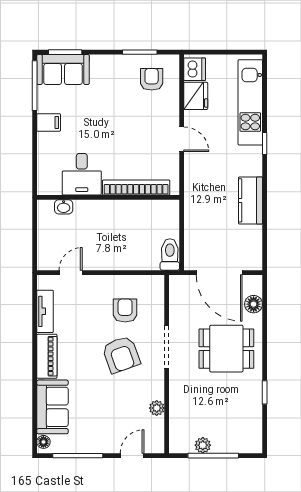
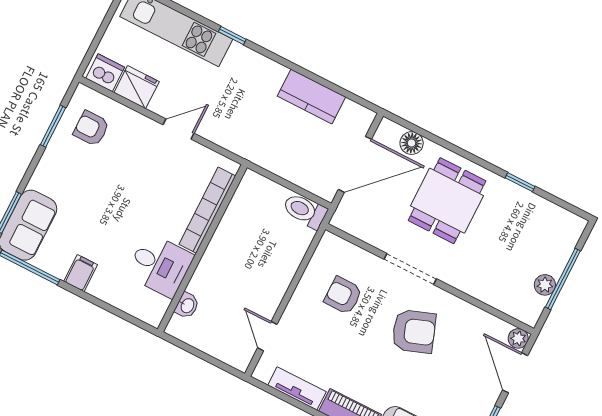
kitchen counter: (251, 200) -> (312, 96), moved
armchair: (121, 354) -> (414, 331), moved
plant: (157, 408) -> (518, 338), moved
door: (132, 456) -> (515, 373), width x1.38

